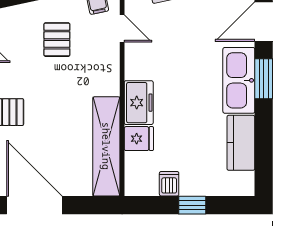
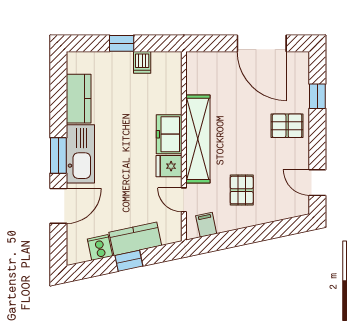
fridge: (139, 139) -> (169, 166), moved
shelving: (106, 146) -> (198, 139), moved

